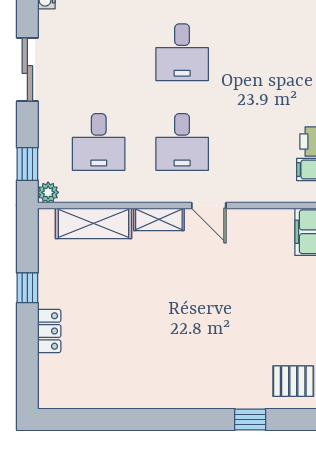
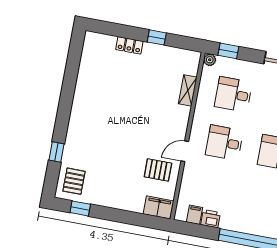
shelving: (159, 219) -> (182, 121), removed
shelving: (94, 223) -> (188, 90), width x0.67, depth x0.75
pallet: (248, 244) -> (158, 170), added

